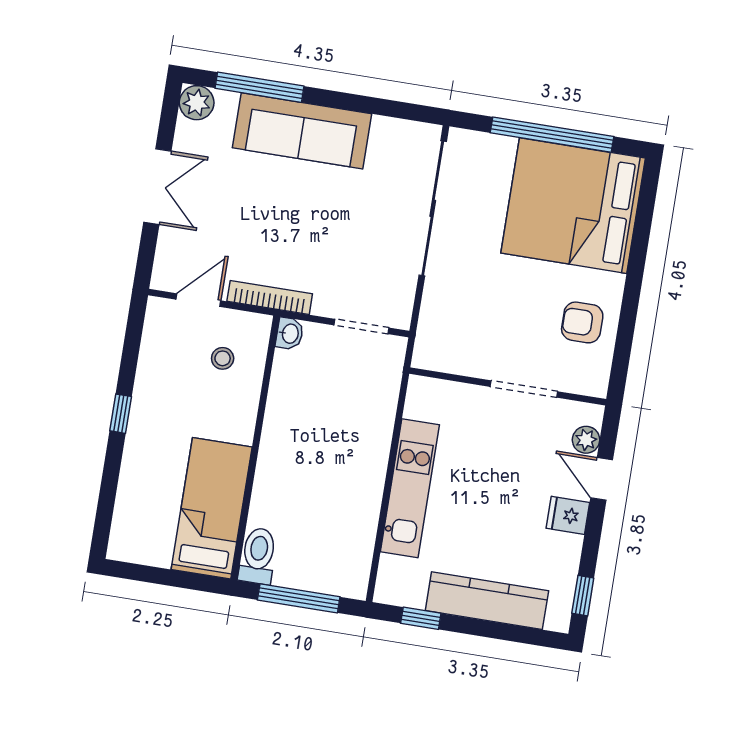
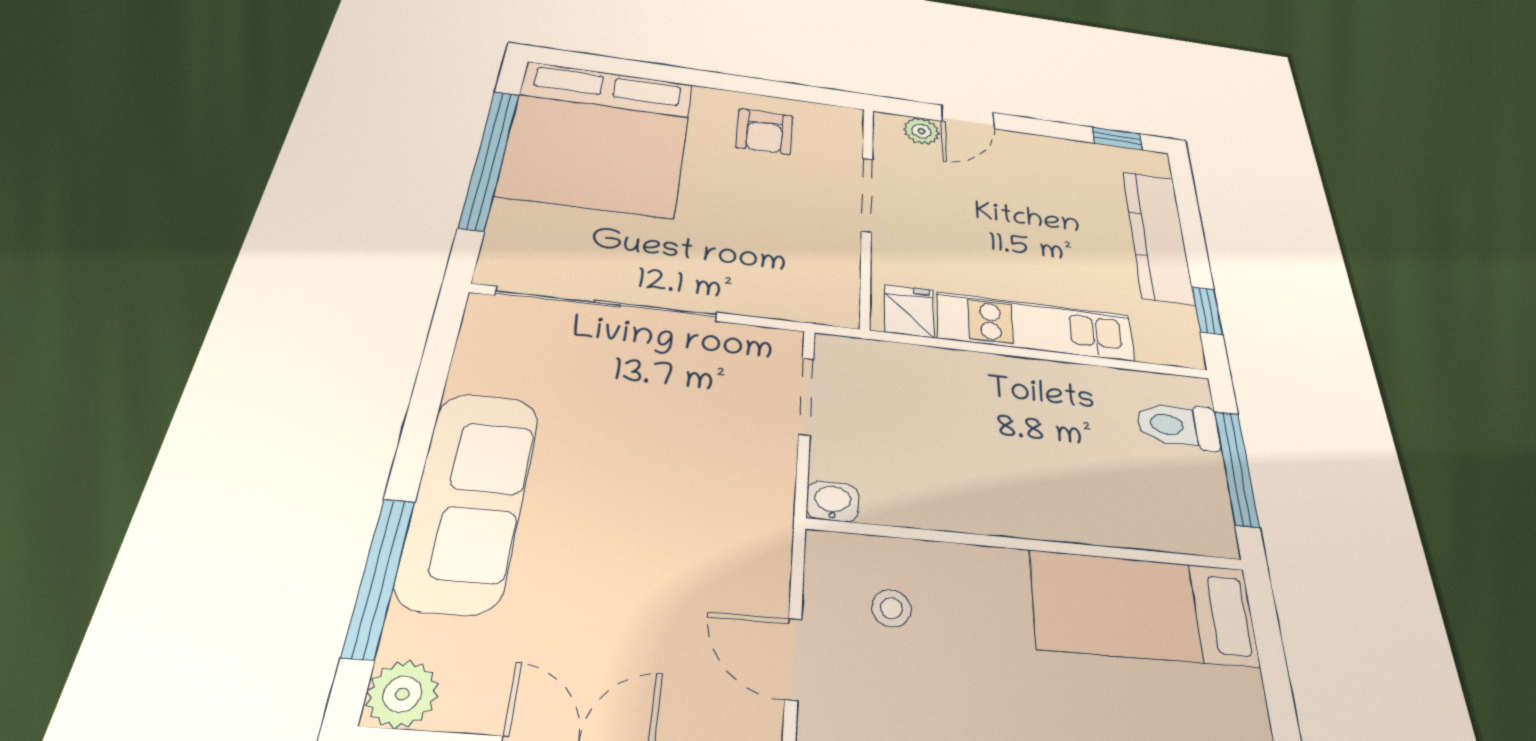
bookcase: (270, 298) -> (775, 536), removed
fridge: (568, 515) -> (909, 311), moved, turned 180
toilet: (258, 556) -> (1178, 426), moved

